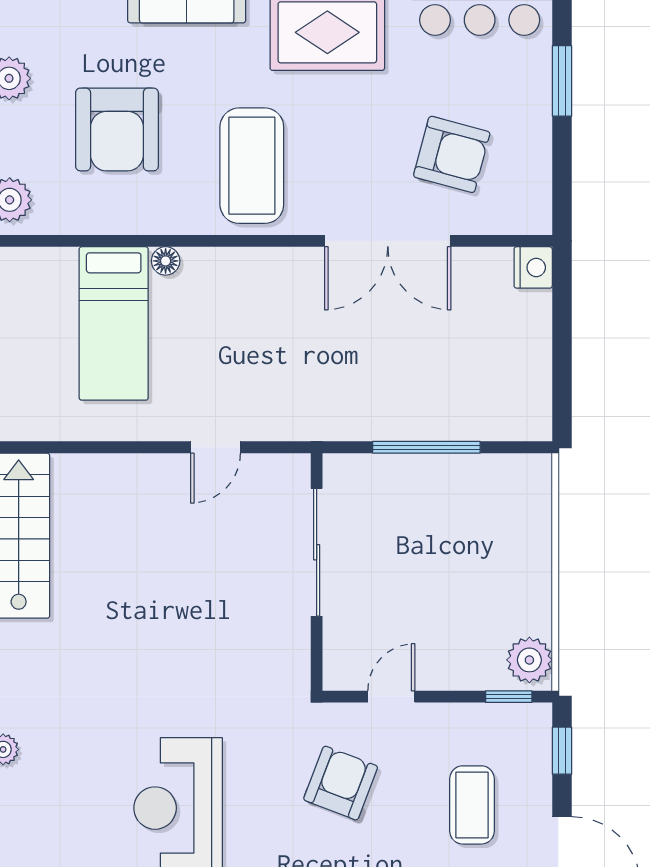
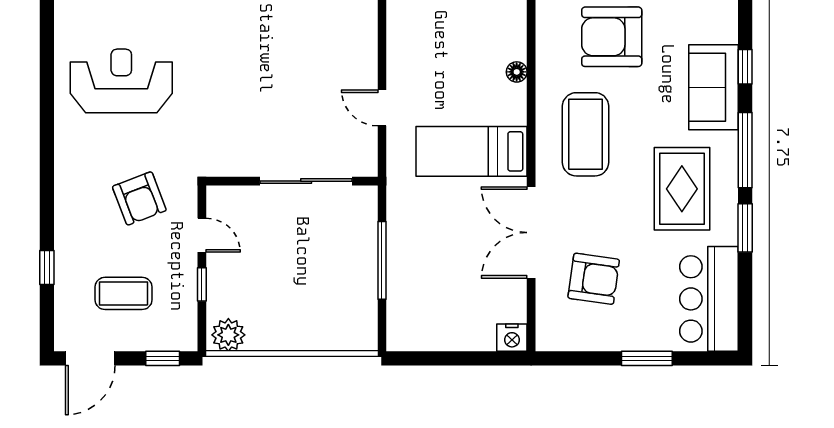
armchair: (452, 154) -> (594, 279), turned -97
coffee table: (252, 166) -> (586, 134), turned 90
bed: (114, 323) -> (472, 151), moved
window: (509, 697) -> (202, 284), moved
armchair: (341, 783) -> (139, 198), turned 48

